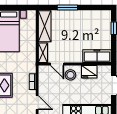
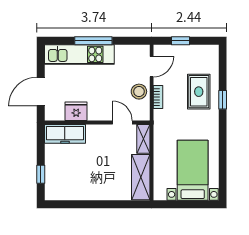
window: (67, 7) -> (108, 204), removed
stool: (70, 75) -> (139, 92), moved
door: (37, 103) -> (152, 67), swing flipped

